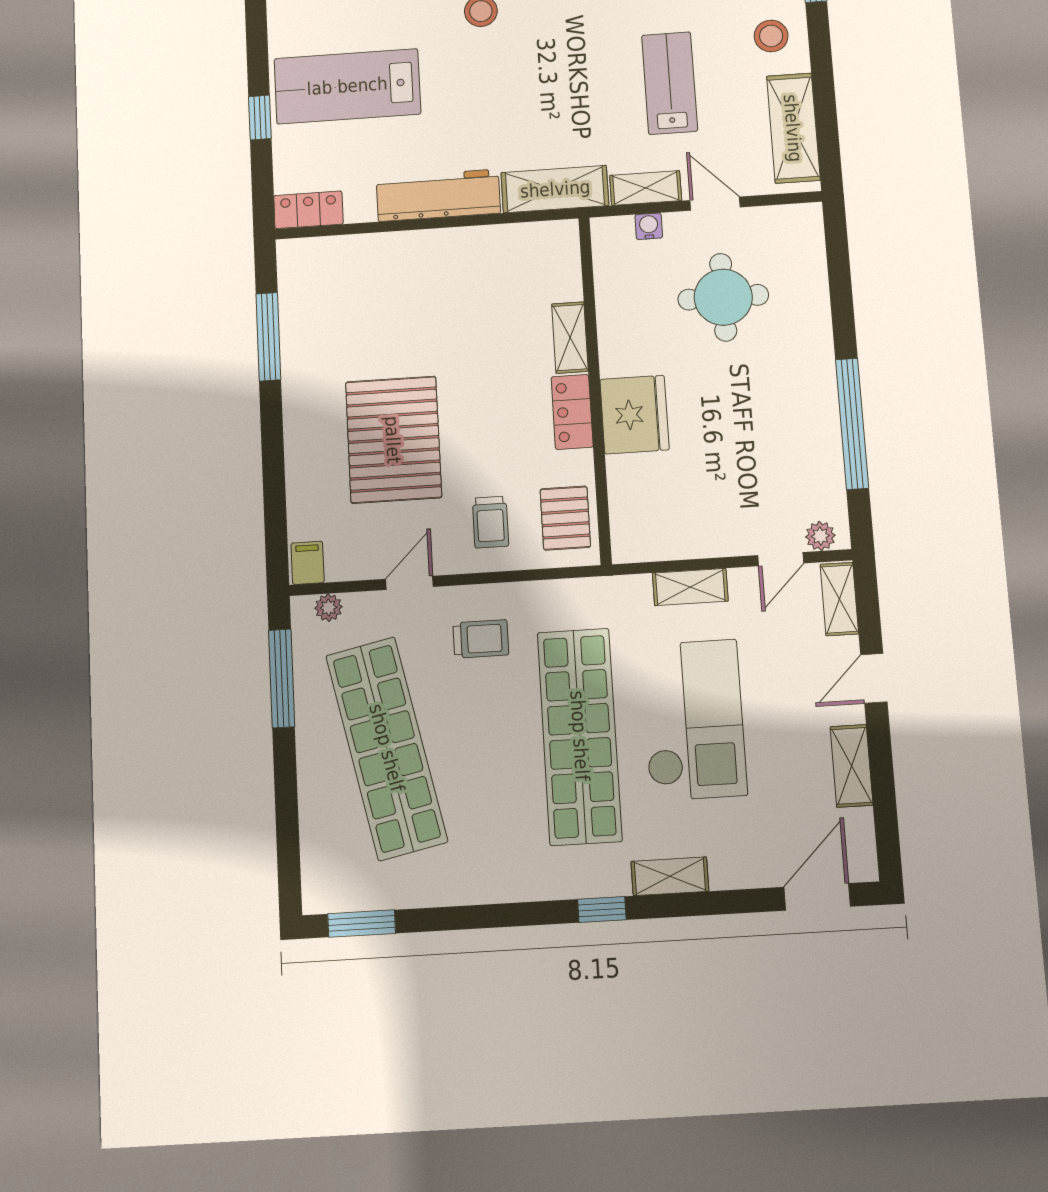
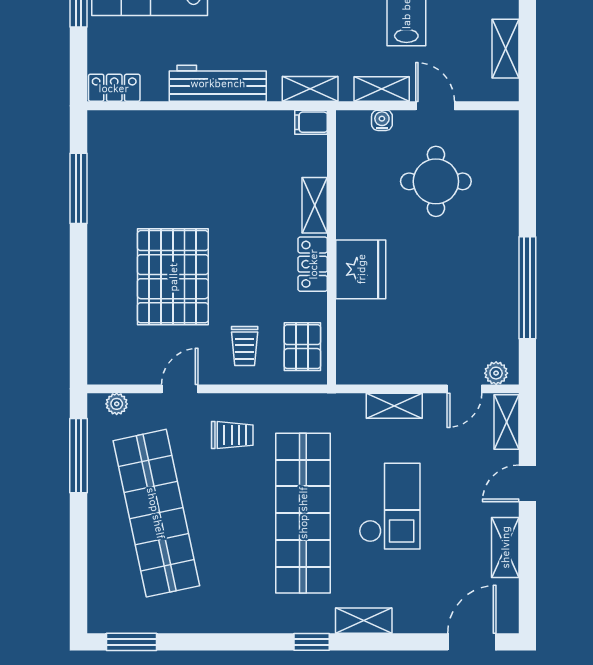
shelving: (793, 128) -> (506, 49), width x0.67, depth x0.75
shelving: (555, 189) -> (310, 89), width x0.67, depth x0.75
filing cabinet: (308, 563) -> (311, 122), moved, turned -90
checkout: (693, 720) -> (390, 506), width x0.73, depth x0.83

